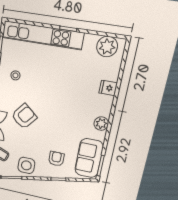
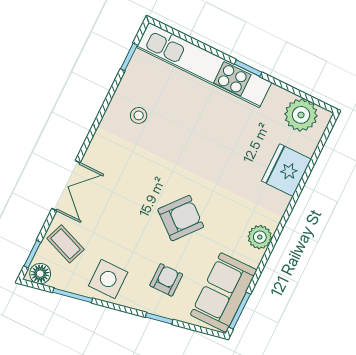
fridge: (108, 88) -> (286, 170), width x1.88, depth x1.34
armchair: (24, 116) -> (181, 218), moved

